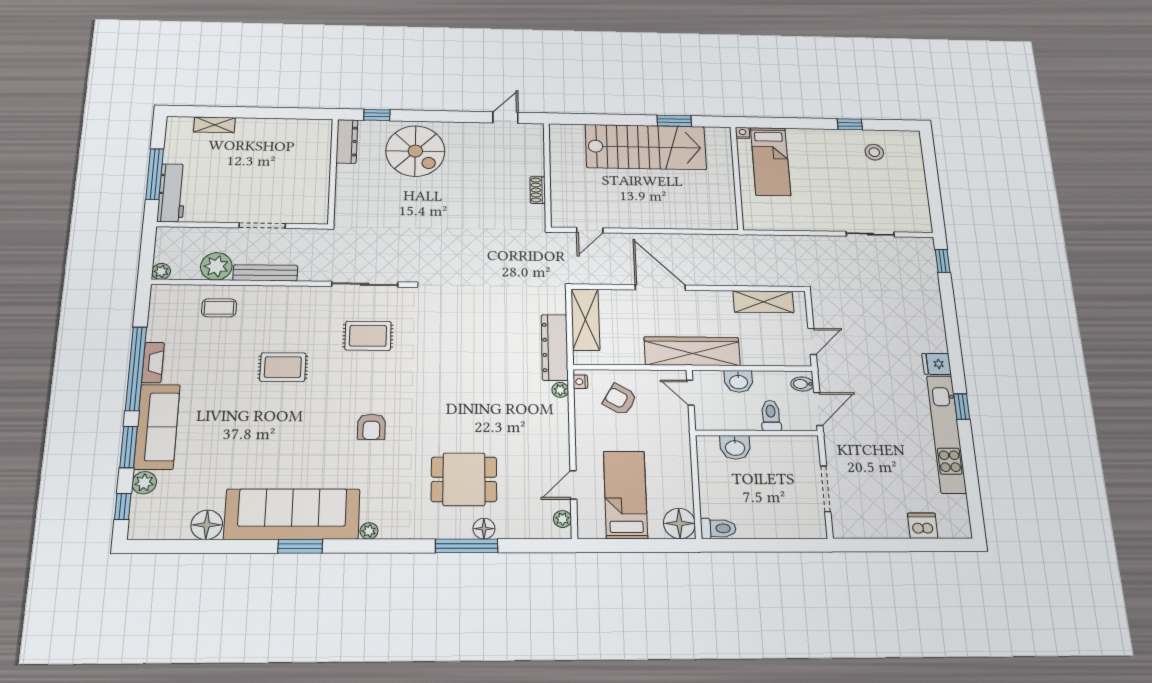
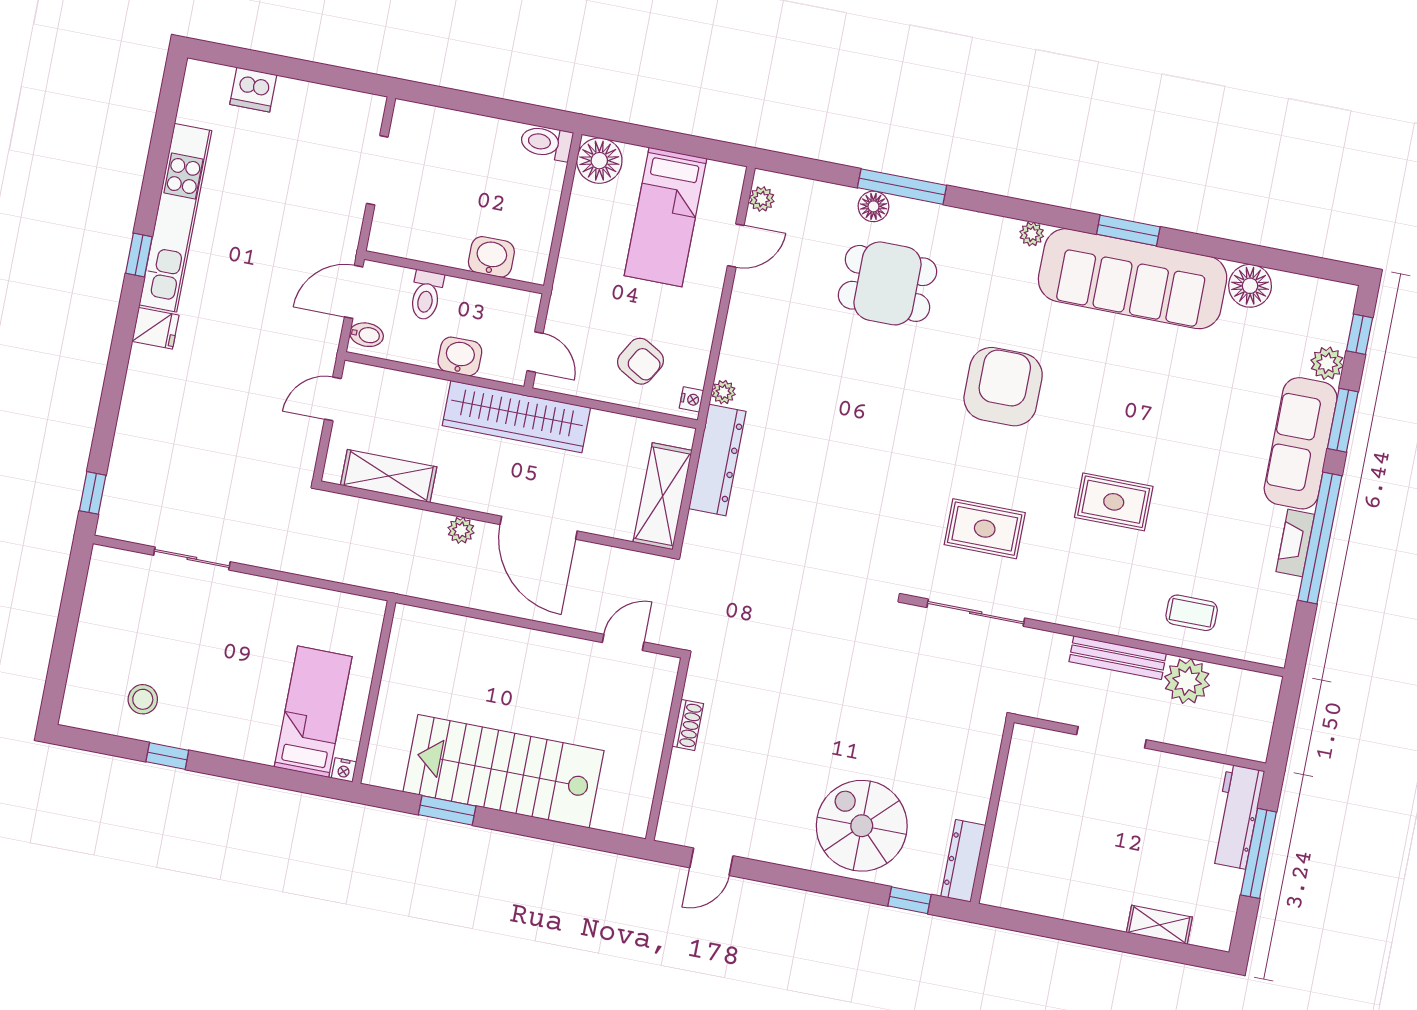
plant: (161, 271) -> (461, 530), moved
armchair: (371, 427) -> (1003, 387), width x1.88, depth x1.88

